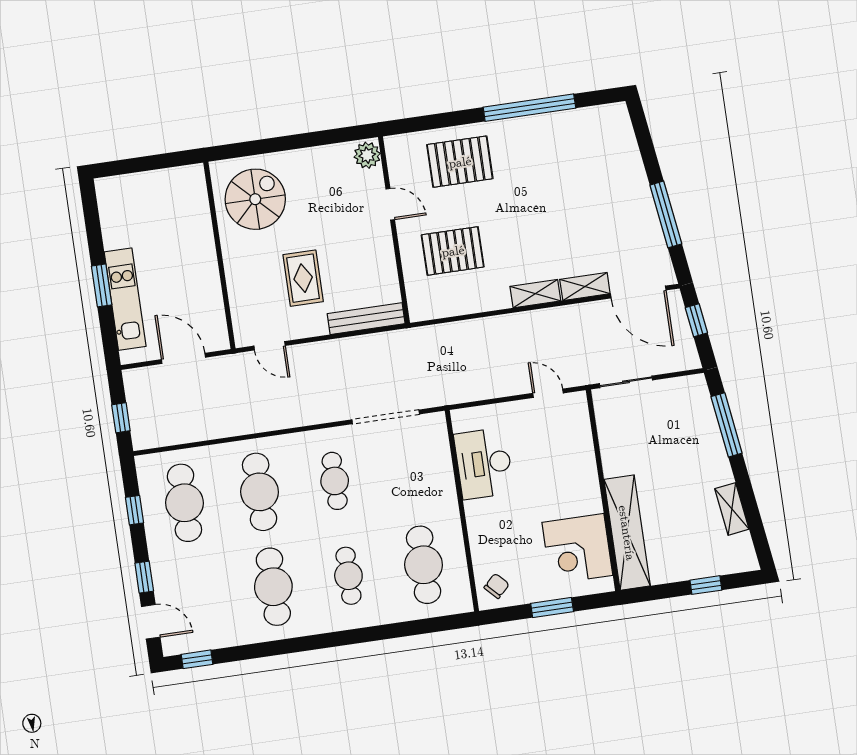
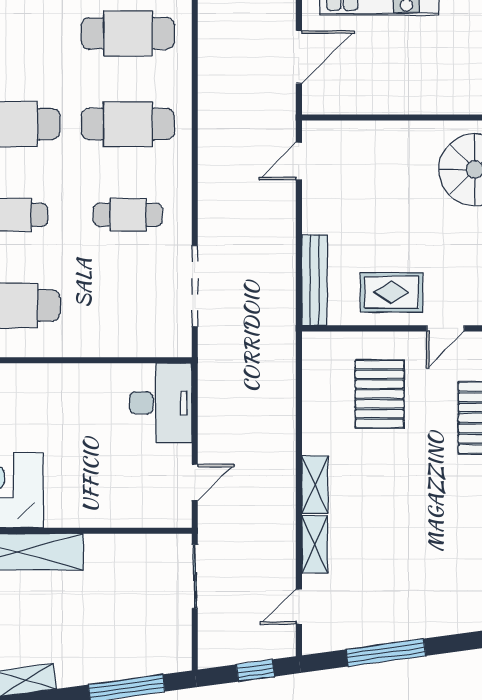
rug: (303, 278) -> (392, 292), moved
door: (638, 292) -> (299, 606), width x0.53
desk: (484, 463) -> (161, 403), moved, turned 90

